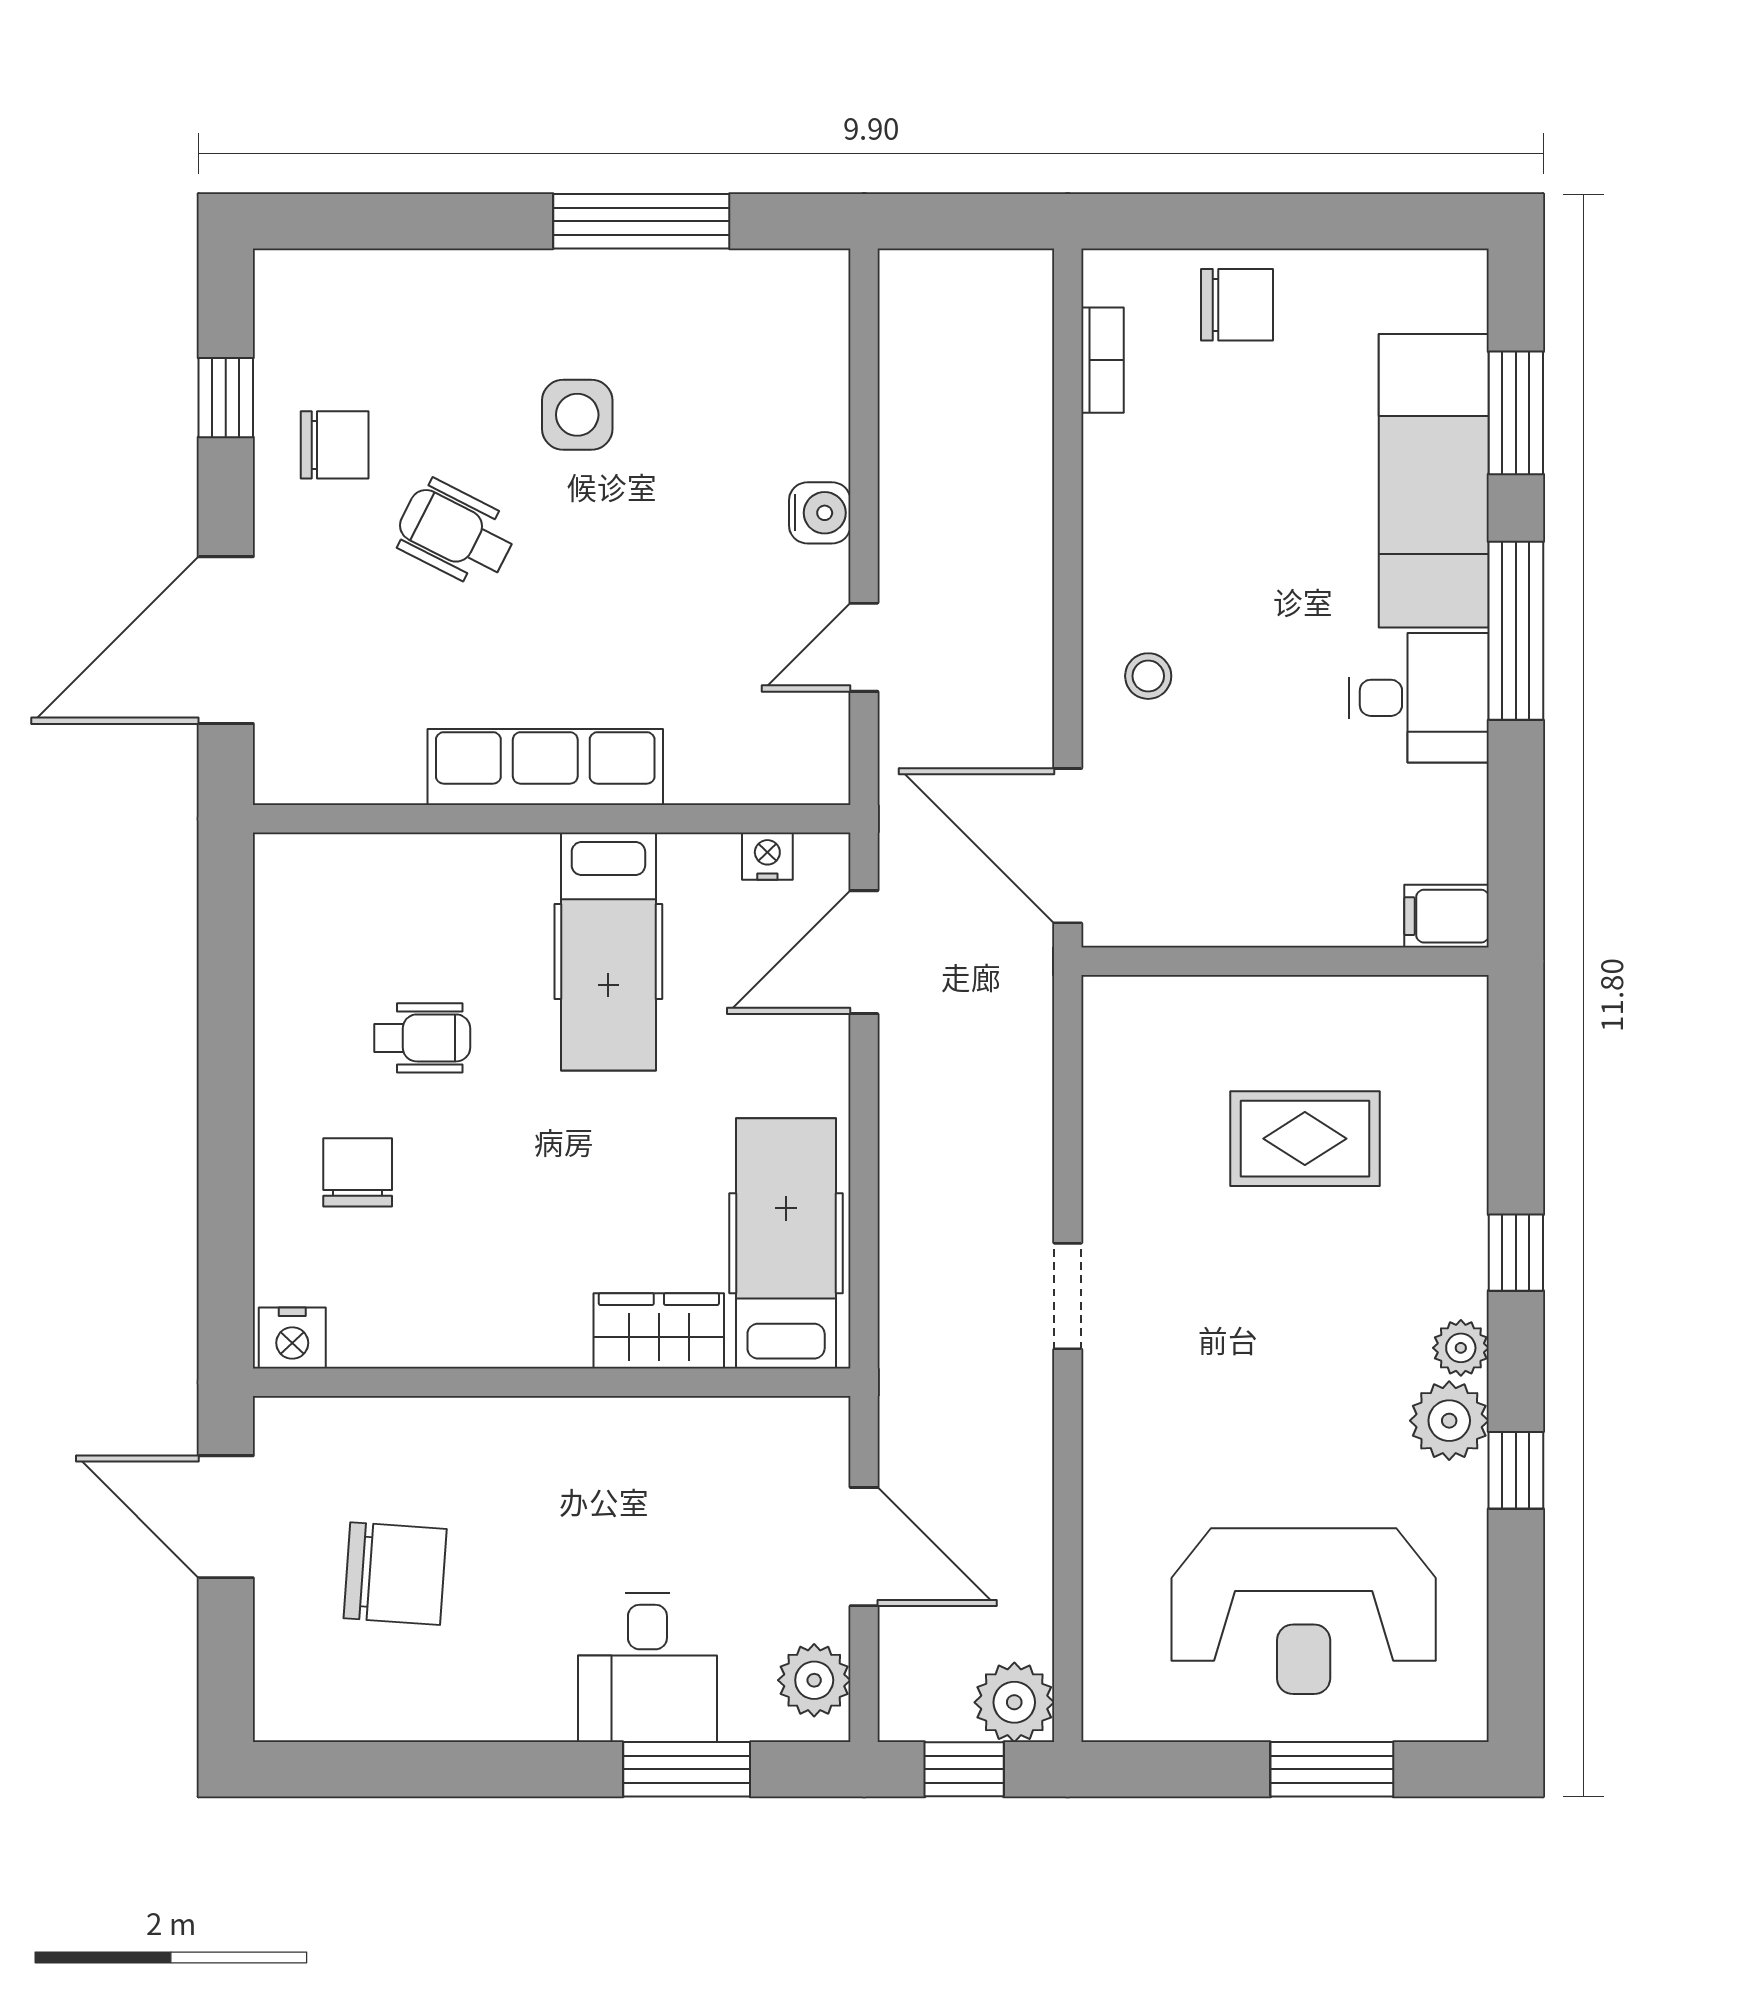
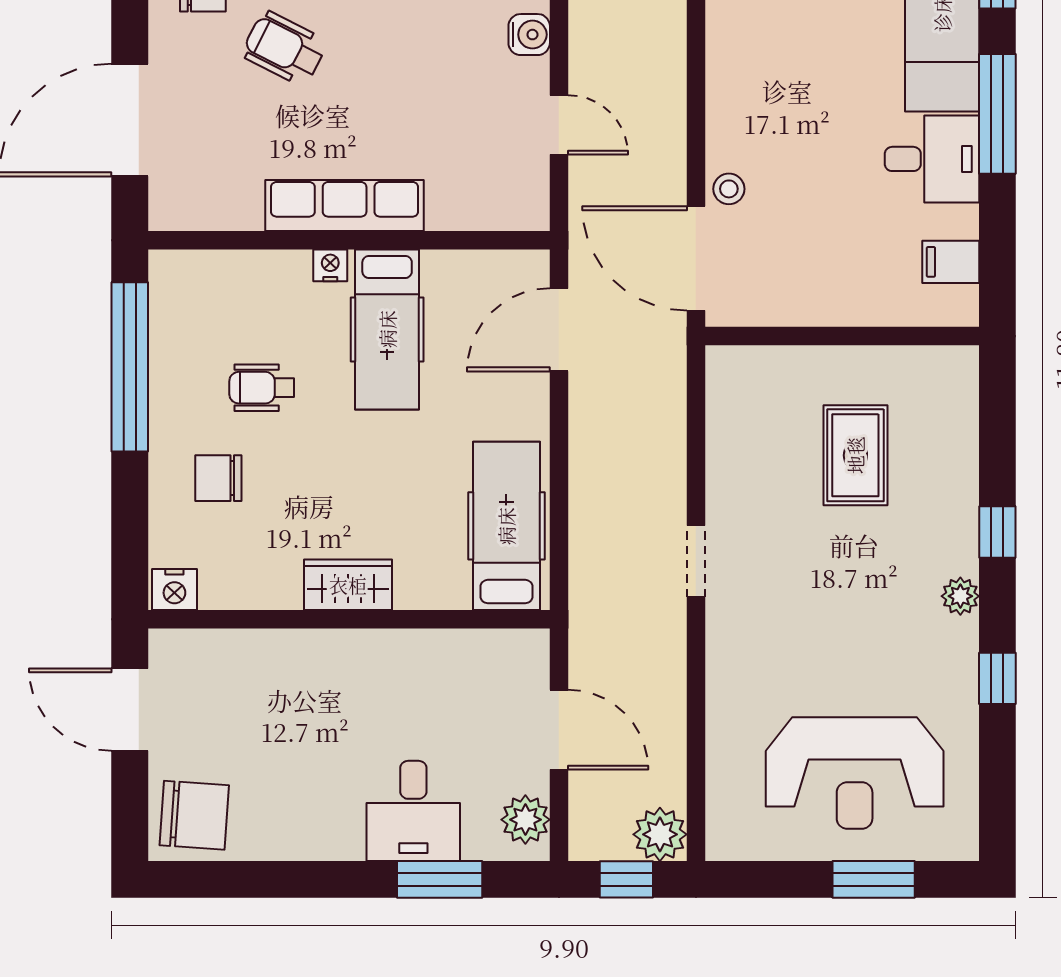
door: (864, 647) -> (559, 125), swing flipped
stool: (1148, 676) -> (729, 189), moved
nightstand: (767, 856) -> (330, 265), moved
filing cabinet: (1447, 916) -> (951, 262), moved
window: (226, 1007) -> (130, 367), added
wheelchair: (422, 1038) -> (262, 388), turned 180
rug: (1305, 1139) -> (855, 455), turned 90
chair: (358, 1172) -> (218, 478), turned -90
wardrobe: (659, 1331) -> (348, 585), moved
plant: (1449, 1421) -> (953, 645), removed
chair: (395, 1574) -> (194, 815), moved

